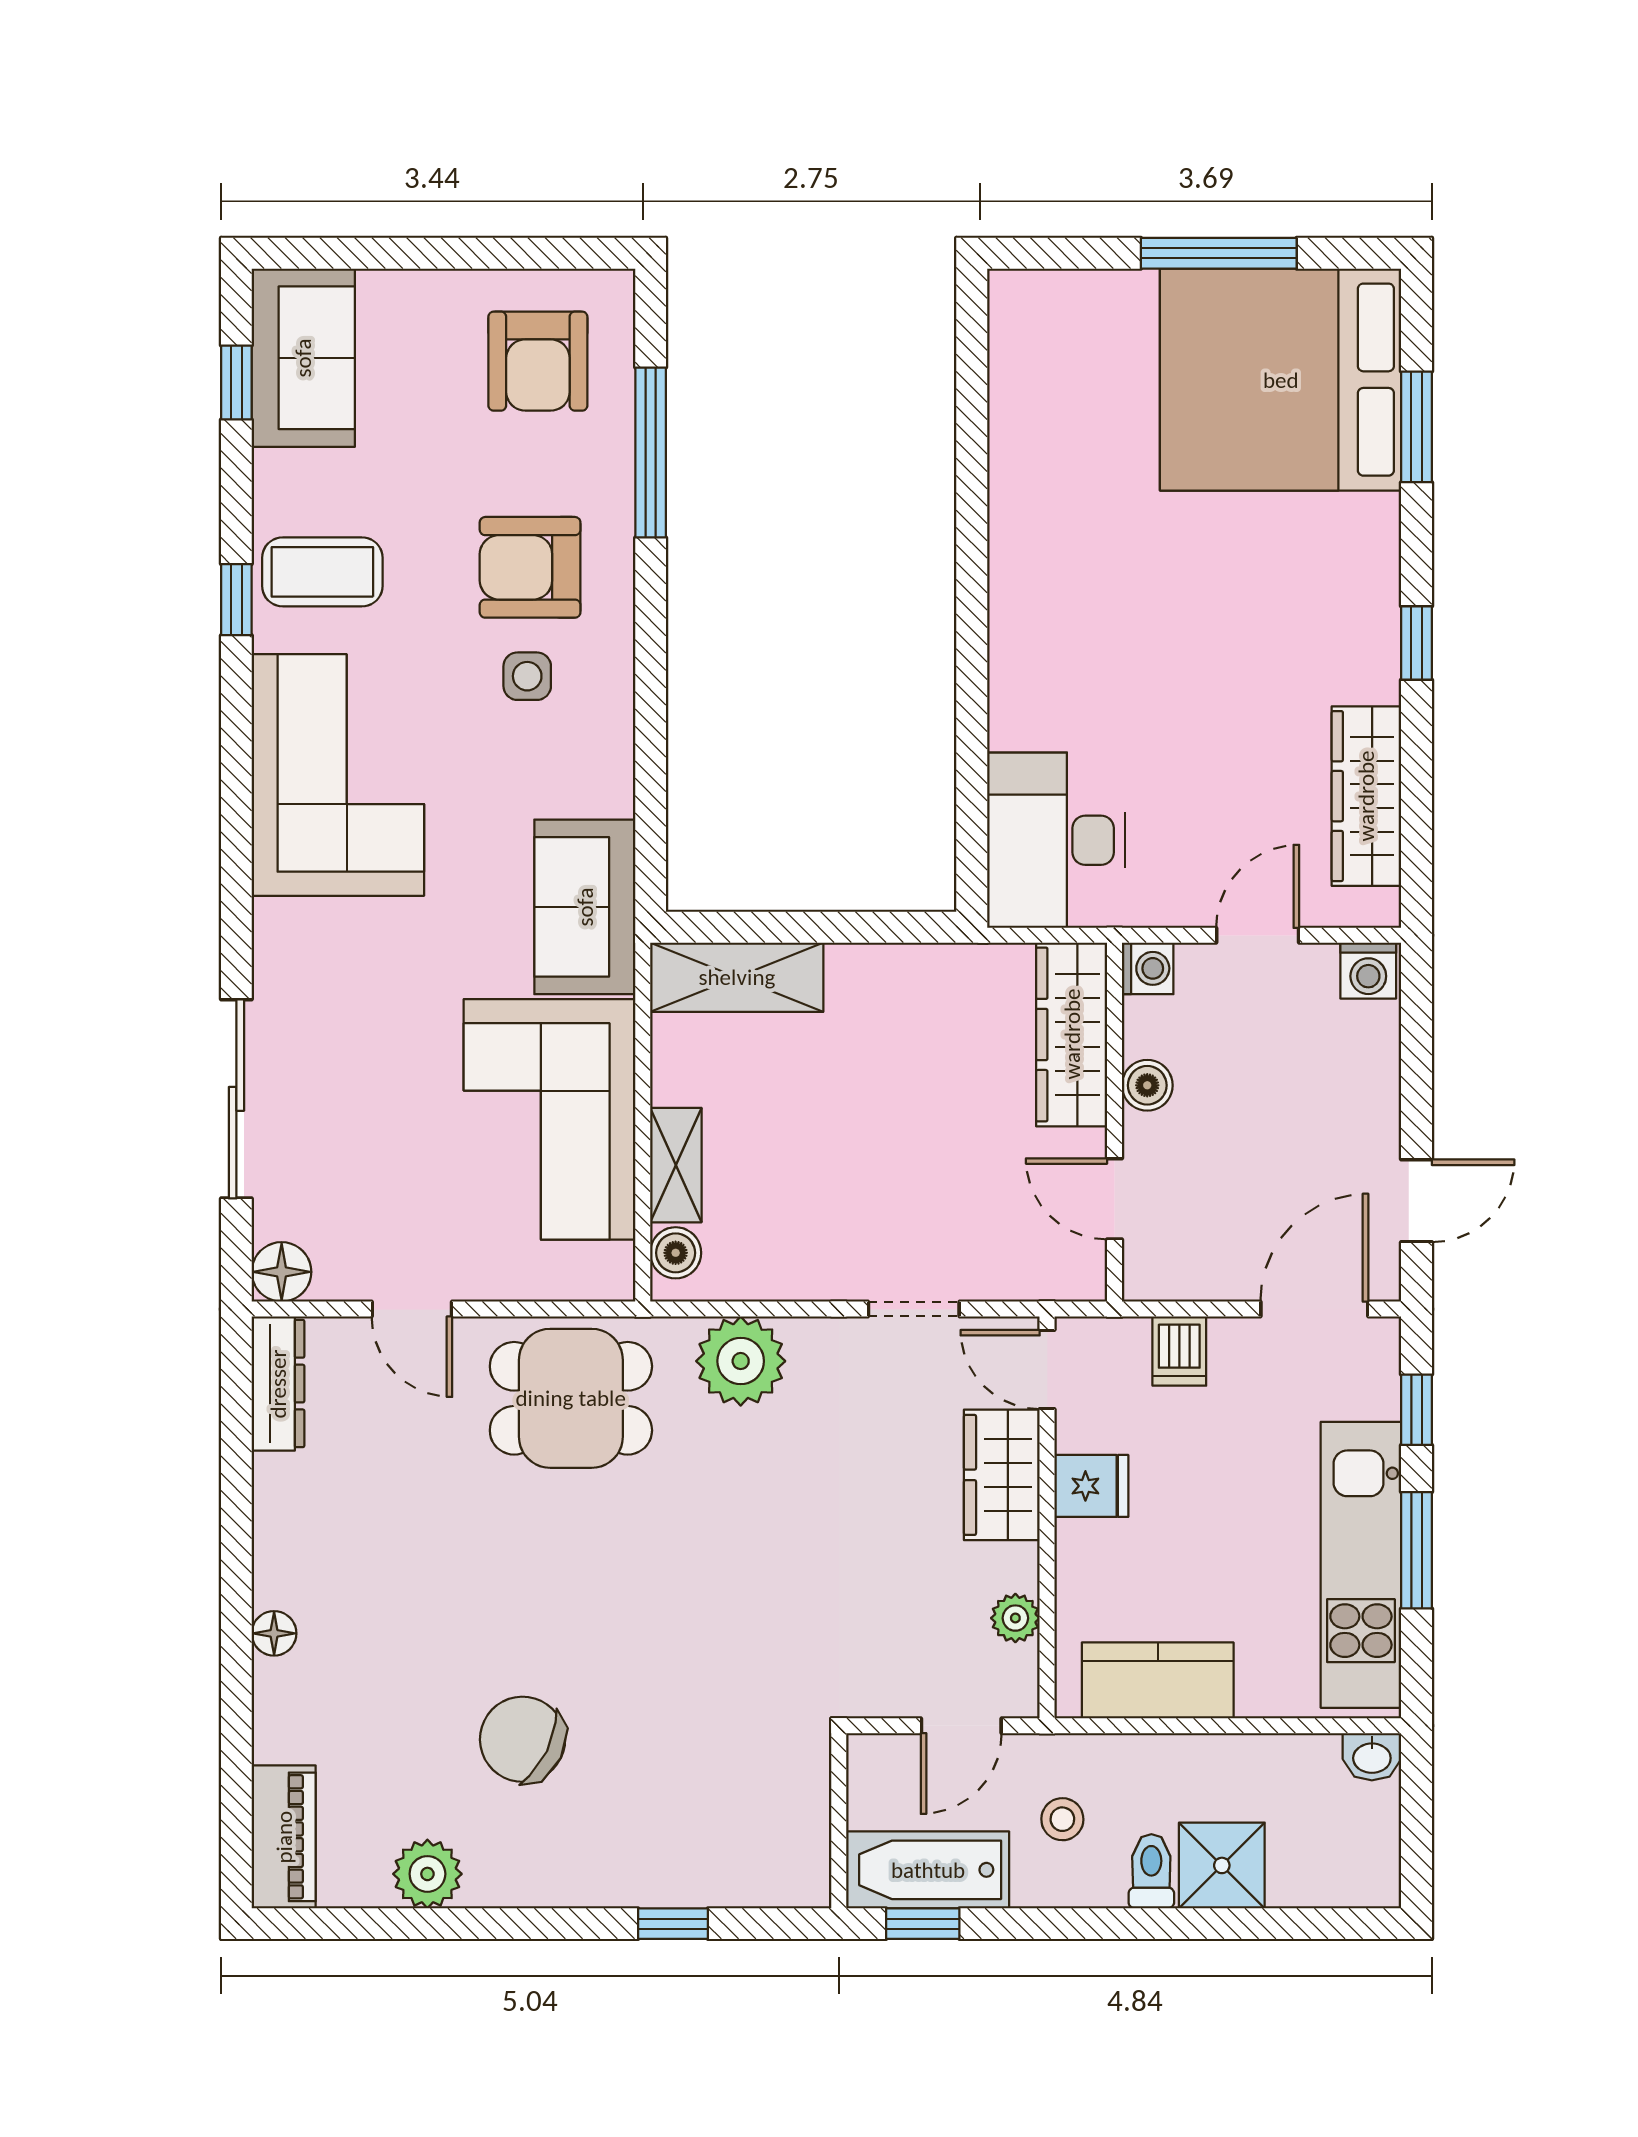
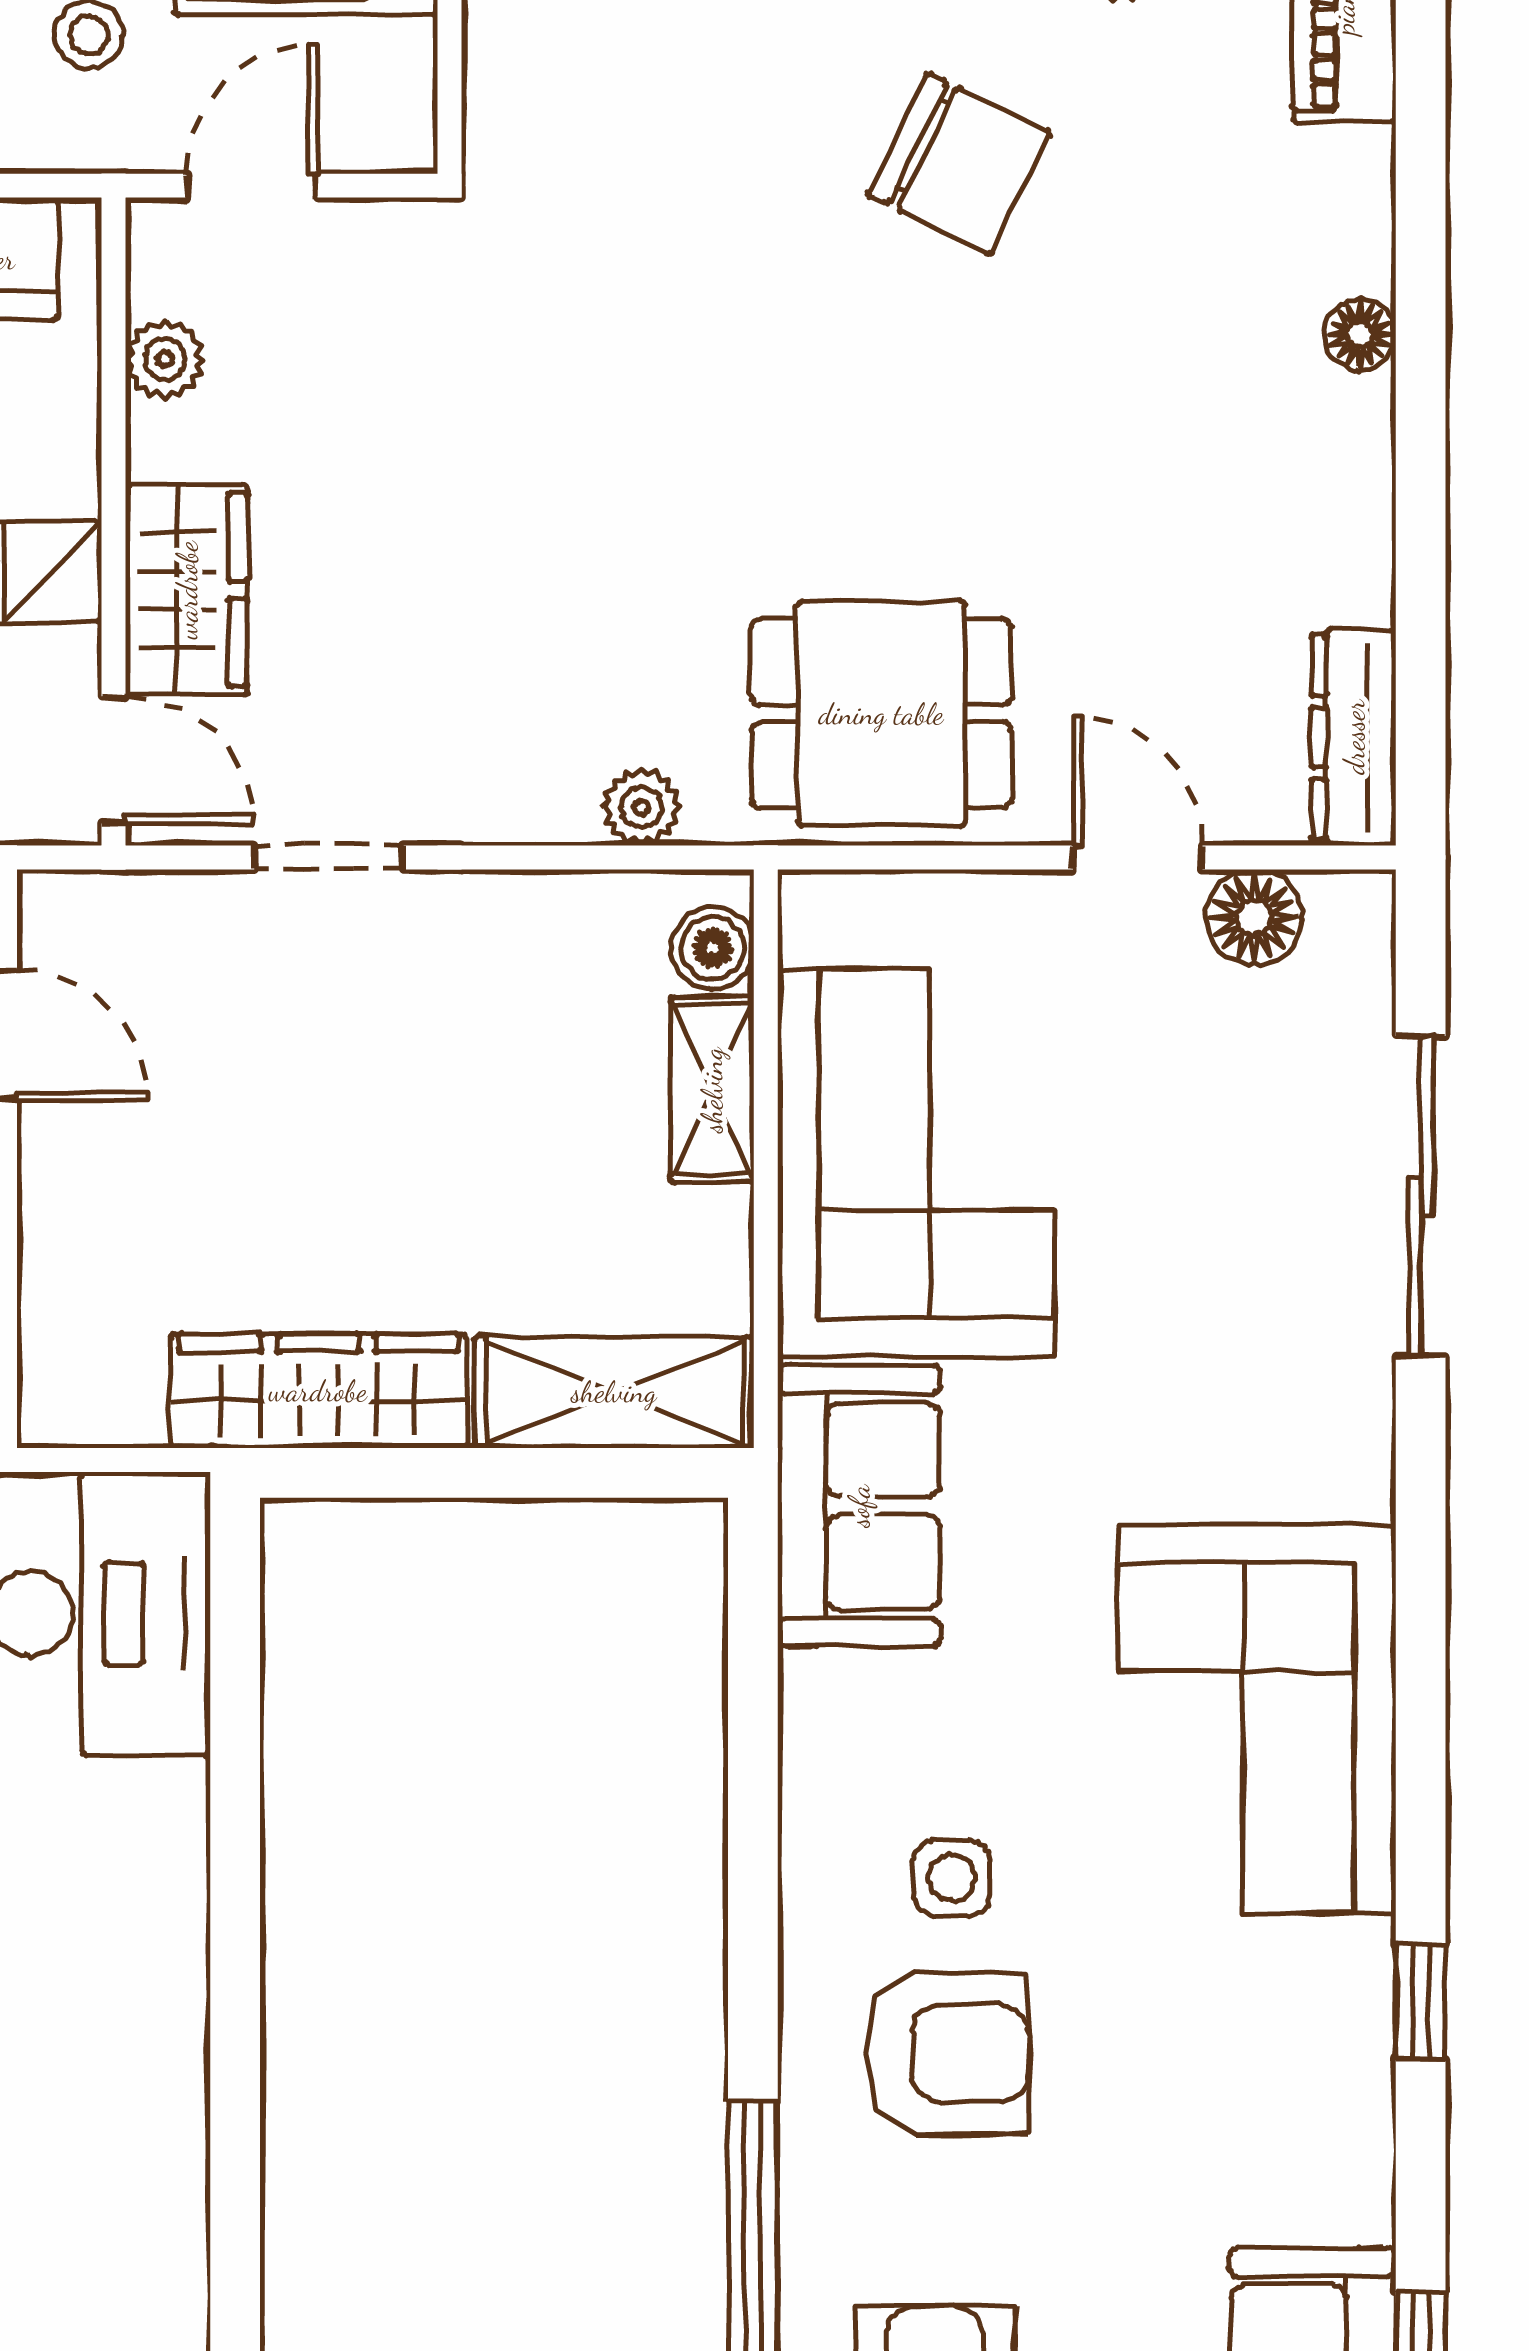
coffee table: (322, 572) -> (1282, 2046), removed
wardrobe: (1072, 1034) -> (318, 1391), moved, turned -90
floor lamp: (282, 1272) -> (1254, 917), moved
plant: (741, 1361) -> (641, 807), width x0.53, depth x0.53

